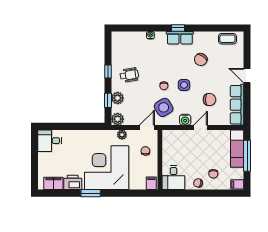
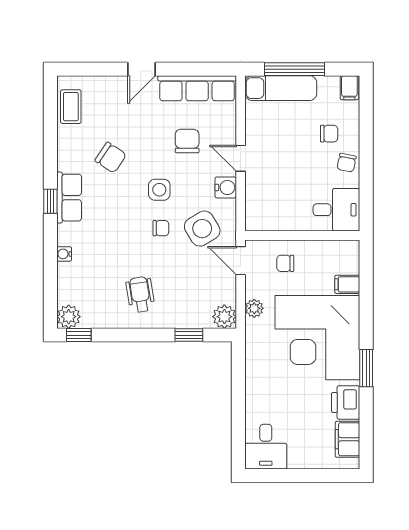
window: (108, 71) -> (79, 335), moved
plant: (118, 98) -> (69, 317), moved
filing cabinet: (151, 183) -> (347, 284), moved

